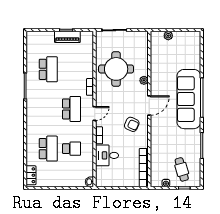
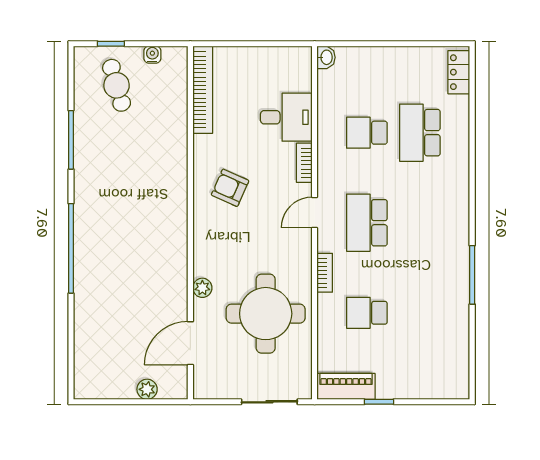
piano: (67, 37) -> (346, 386), moved
school desk: (48, 69) -> (367, 313), moved, width x0.54
sofa: (189, 99) -> (100, 245), removed
door: (149, 106) -> (190, 343), moved

